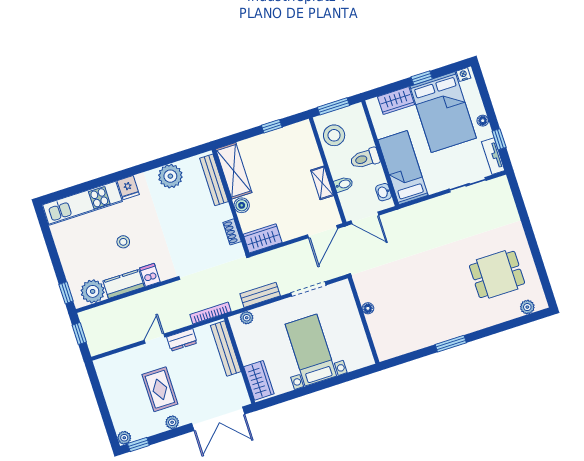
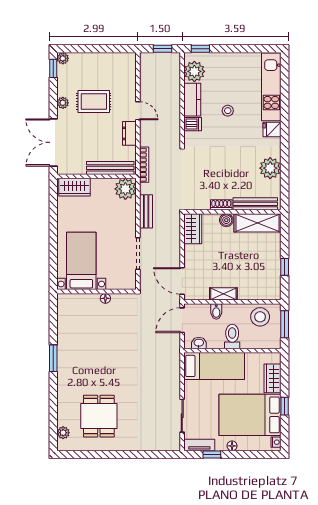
shoe rack: (232, 232) -> (221, 205), moved
plant: (247, 318) -> (125, 189), width x1.87, depth x1.87
bed with nightstands: (311, 350) -> (81, 261), moved, turned -90

